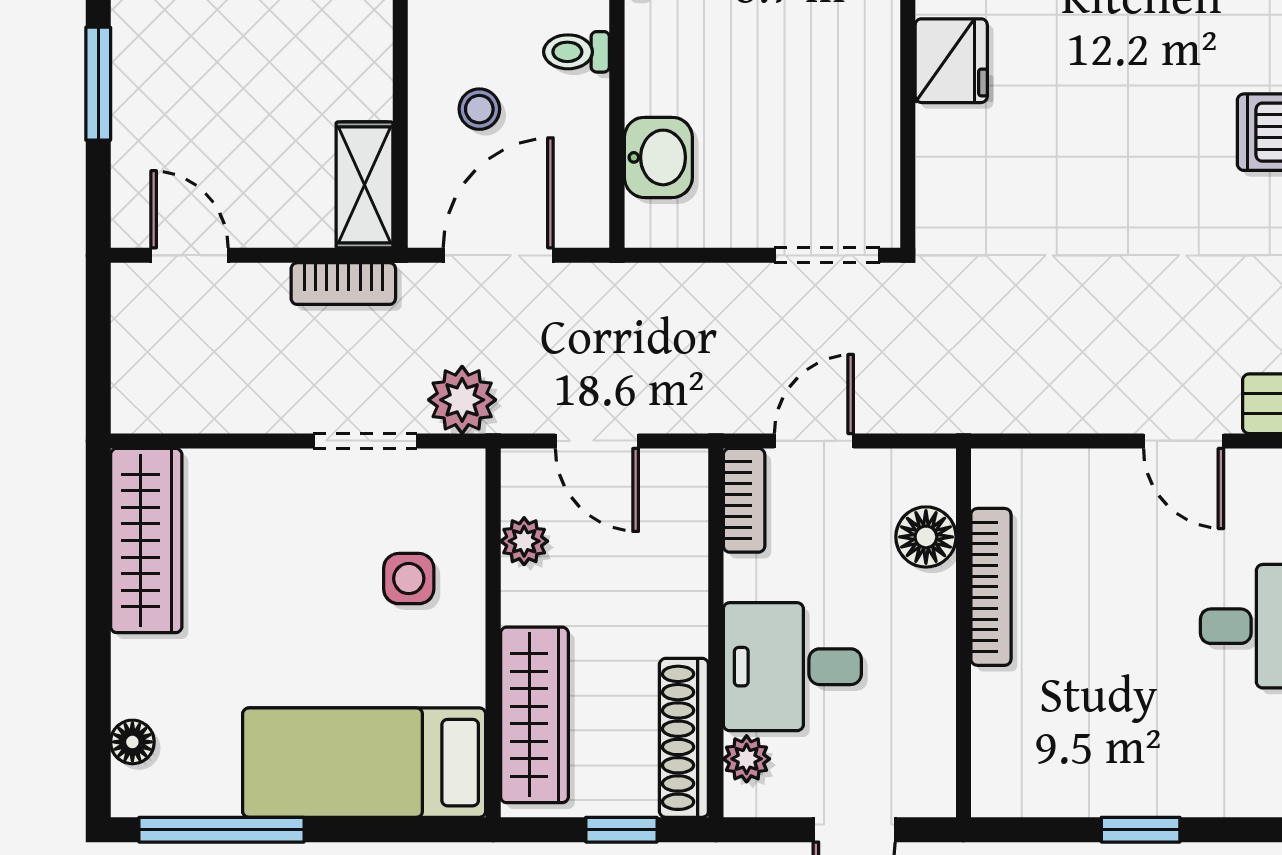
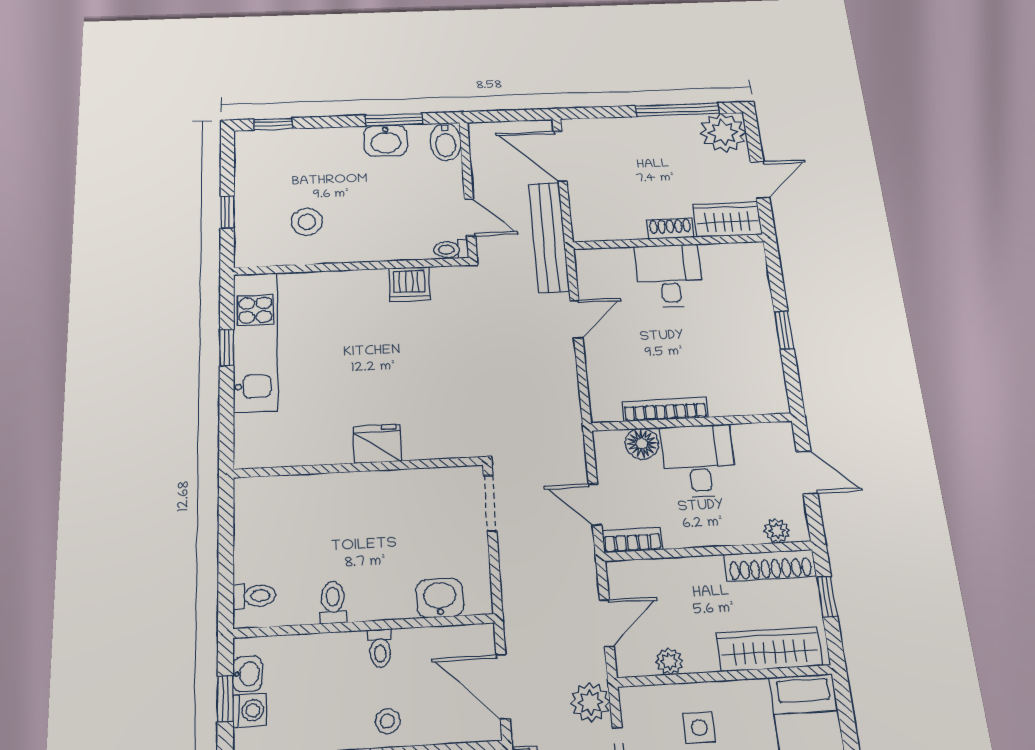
stool: (479, 109) -> (388, 721), moved
desk: (792, 667) -> (699, 461), moved, turned 180

